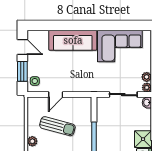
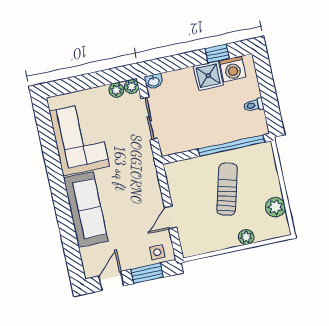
door: (56, 95) -> (171, 217), swing flipped
sun lounger: (57, 126) -> (227, 189), moved

